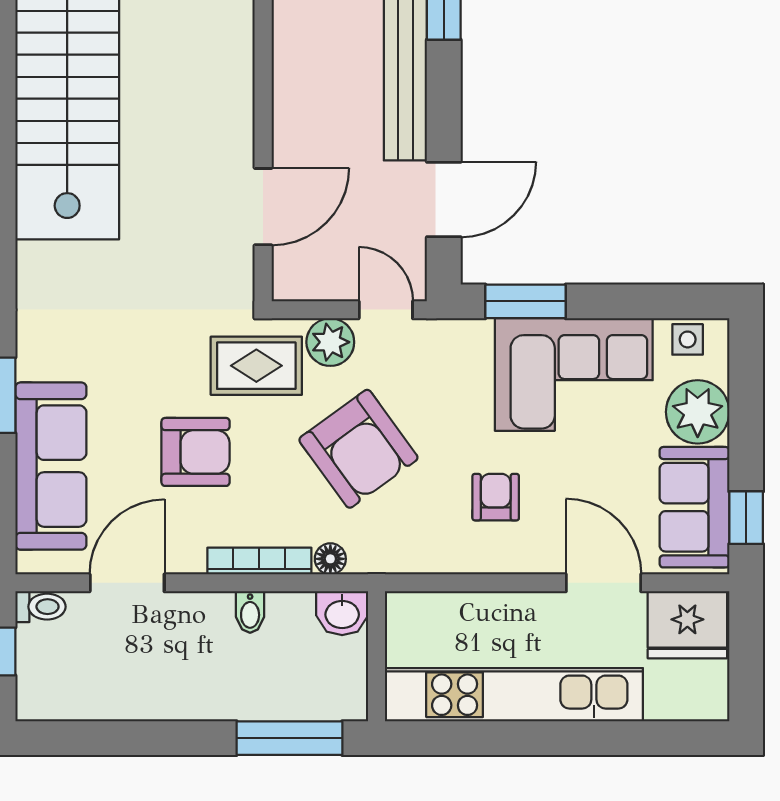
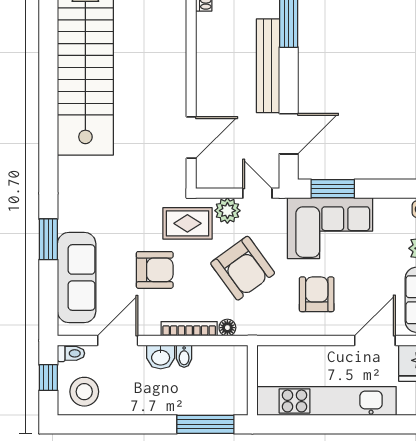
corner sofa: (574, 375) -> (330, 228), moved
armchair: (496, 497) -> (317, 294), width x1.38, depth x1.38
door: (604, 583) -> (375, 341), hinge flipped
washbasin: (342, 613) -> (161, 357), moved
stool: (65, 677) -> (84, 392), added

